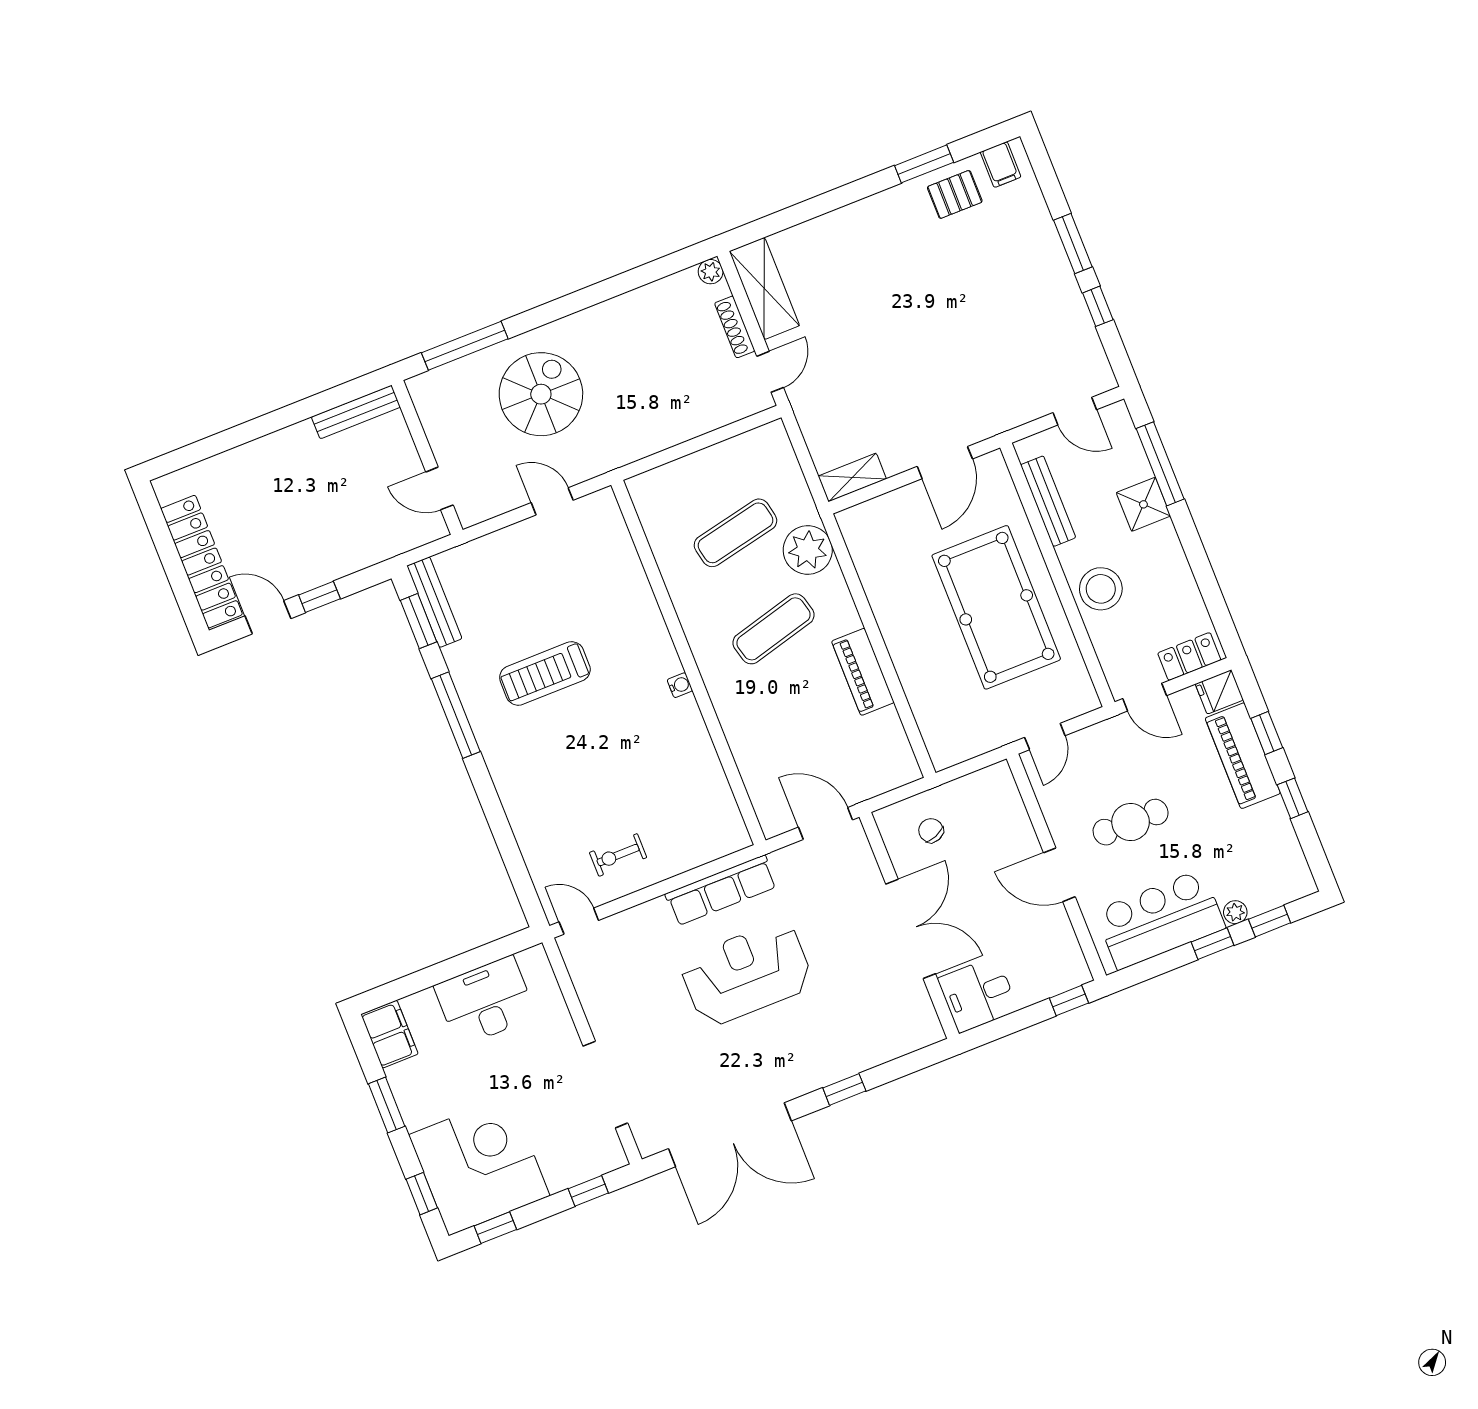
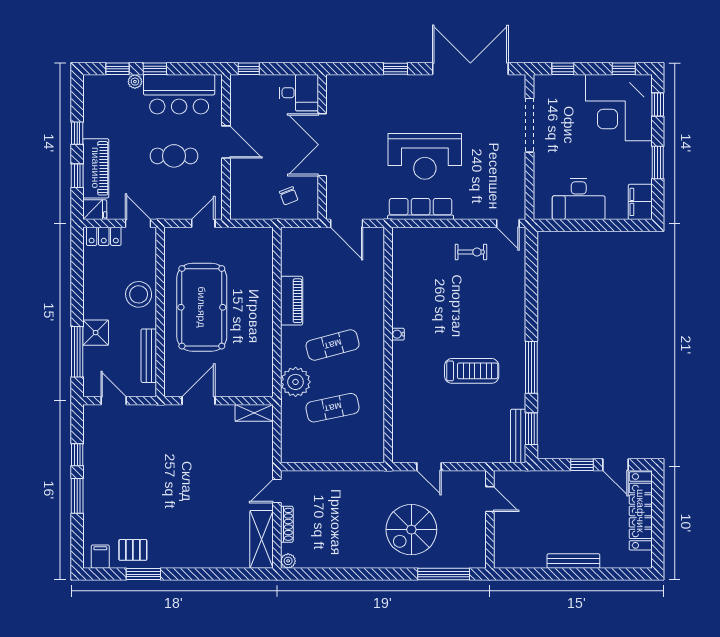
bench: (356, 412) -> (573, 561), moved

